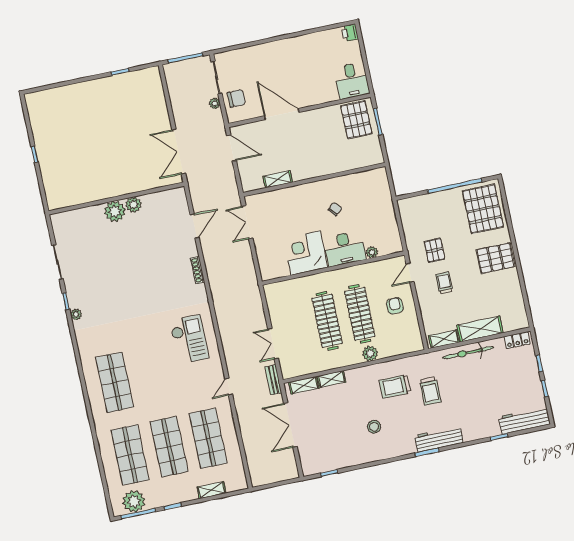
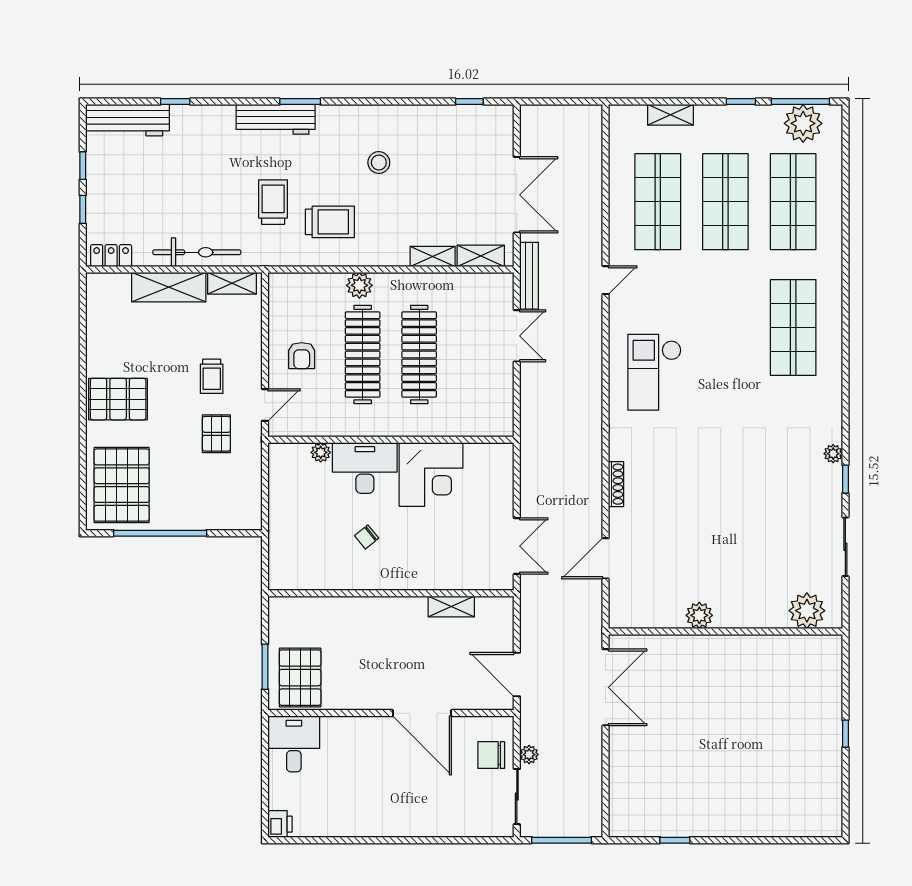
plant: (115, 211) -> (807, 611), moved
bench: (273, 380) -> (529, 276), width x1.36

